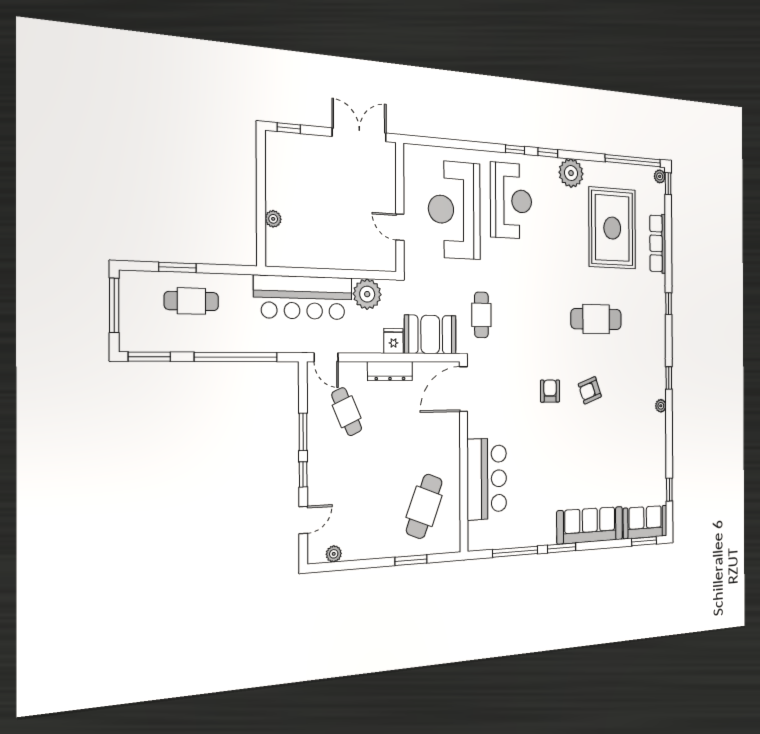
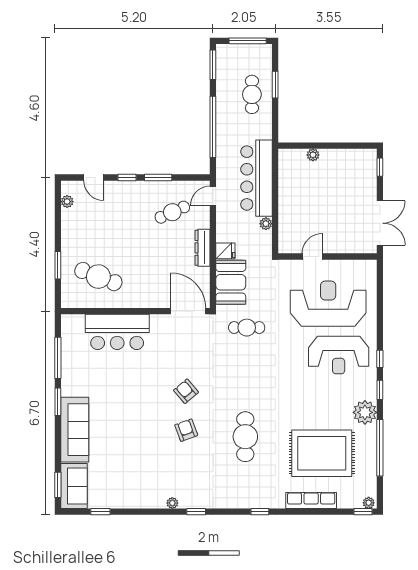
window: (633, 161) -> (380, 448), moved
plant: (367, 294) -> (266, 224), width x0.53, depth x0.53
armchair: (550, 391) -> (186, 391), turned -130

